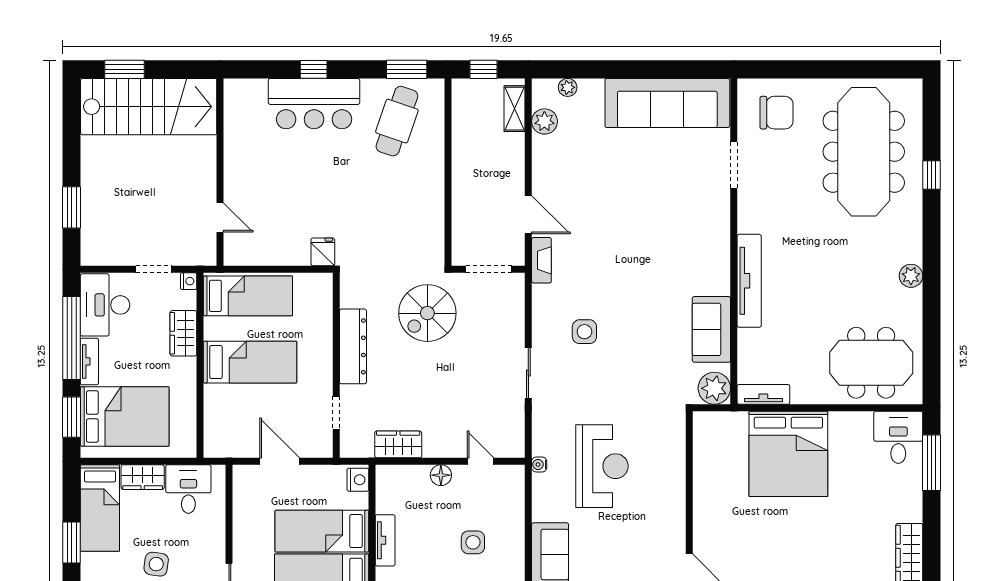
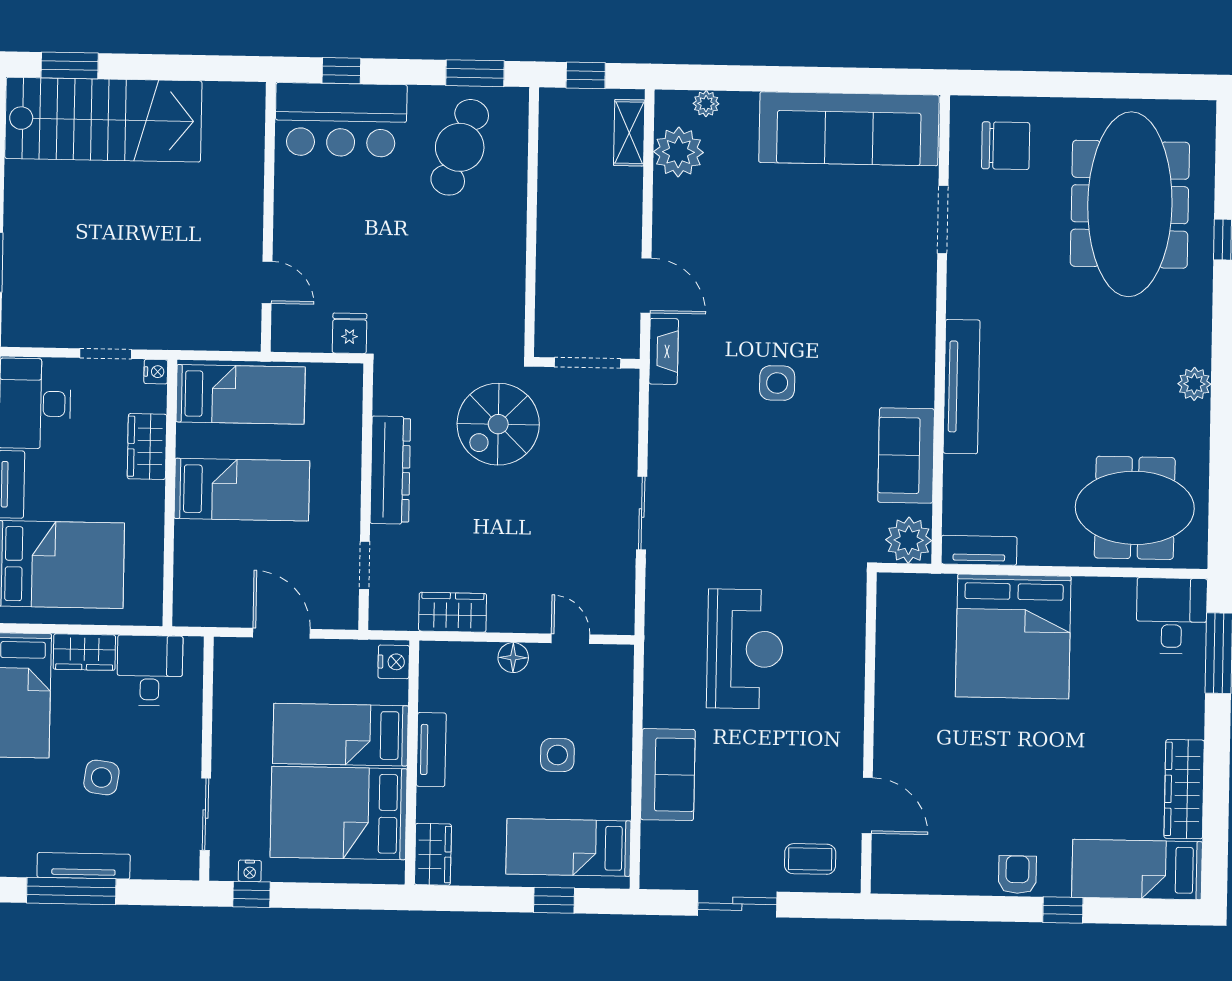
plant: (544, 121) -> (679, 152), width x1.36, depth x1.36
wall: (220, 172) -> (268, 217), moved
door: (220, 218) -> (267, 282), moved
side table: (584, 332) -> (777, 383), moved
water cooler: (539, 464) -> (655, 645), removed

